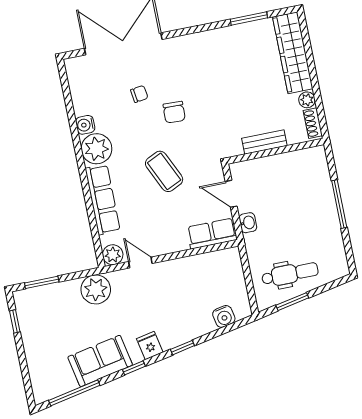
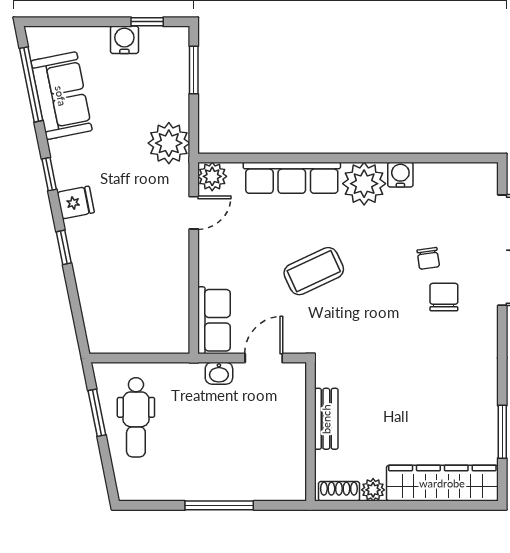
chair: (174, 112) -> (444, 297), moved, turned 88
water cooler: (224, 316) -> (124, 40), moved, turned 101
sofa: (100, 361) -> (61, 96), moved

